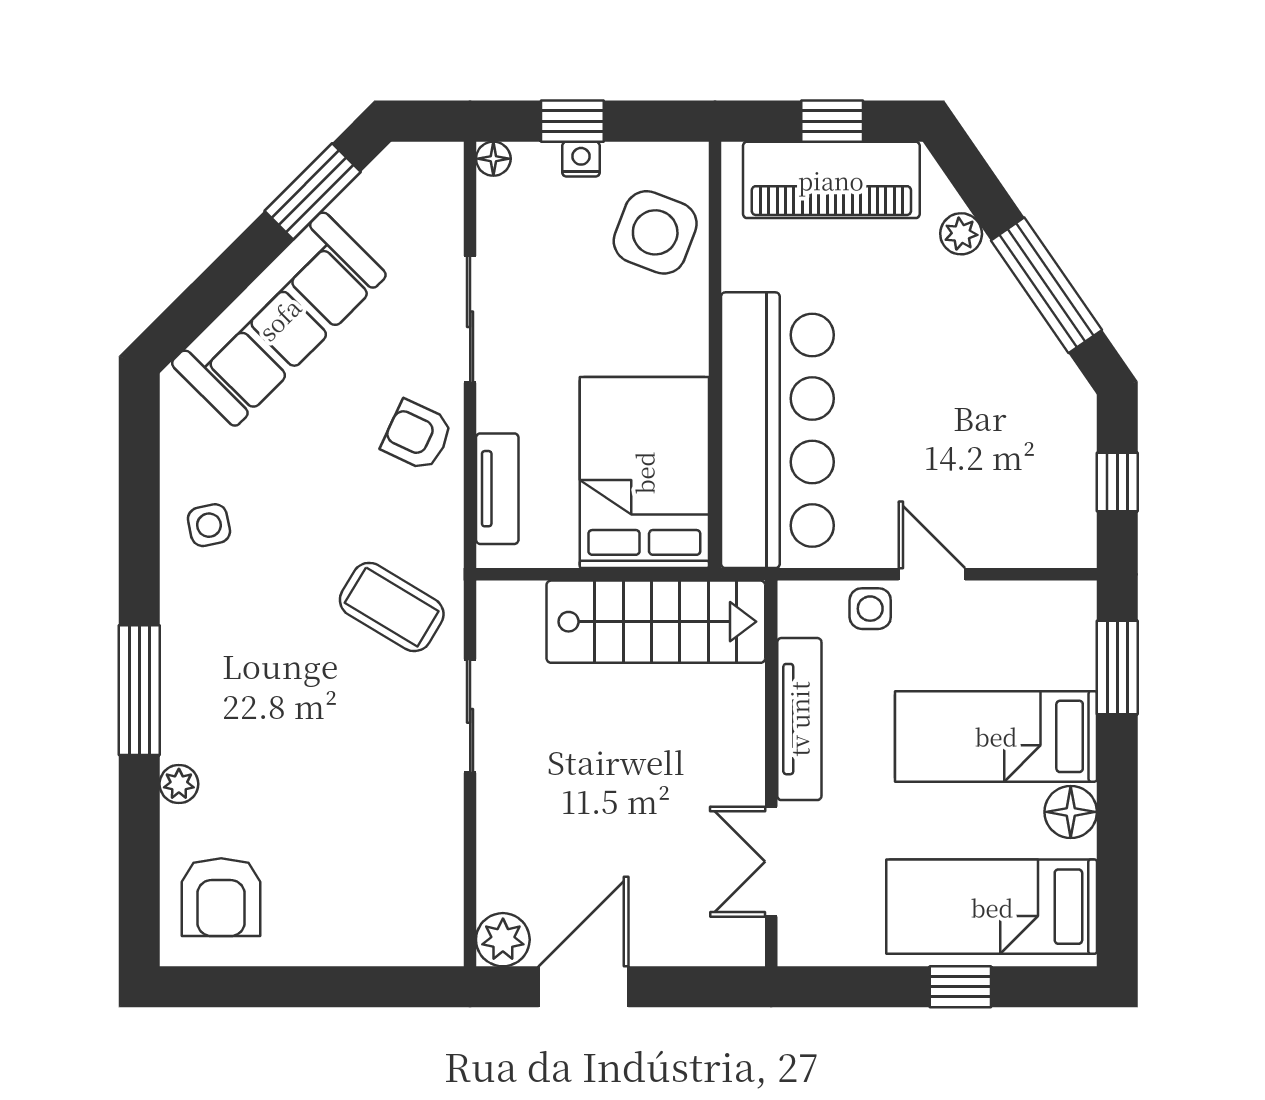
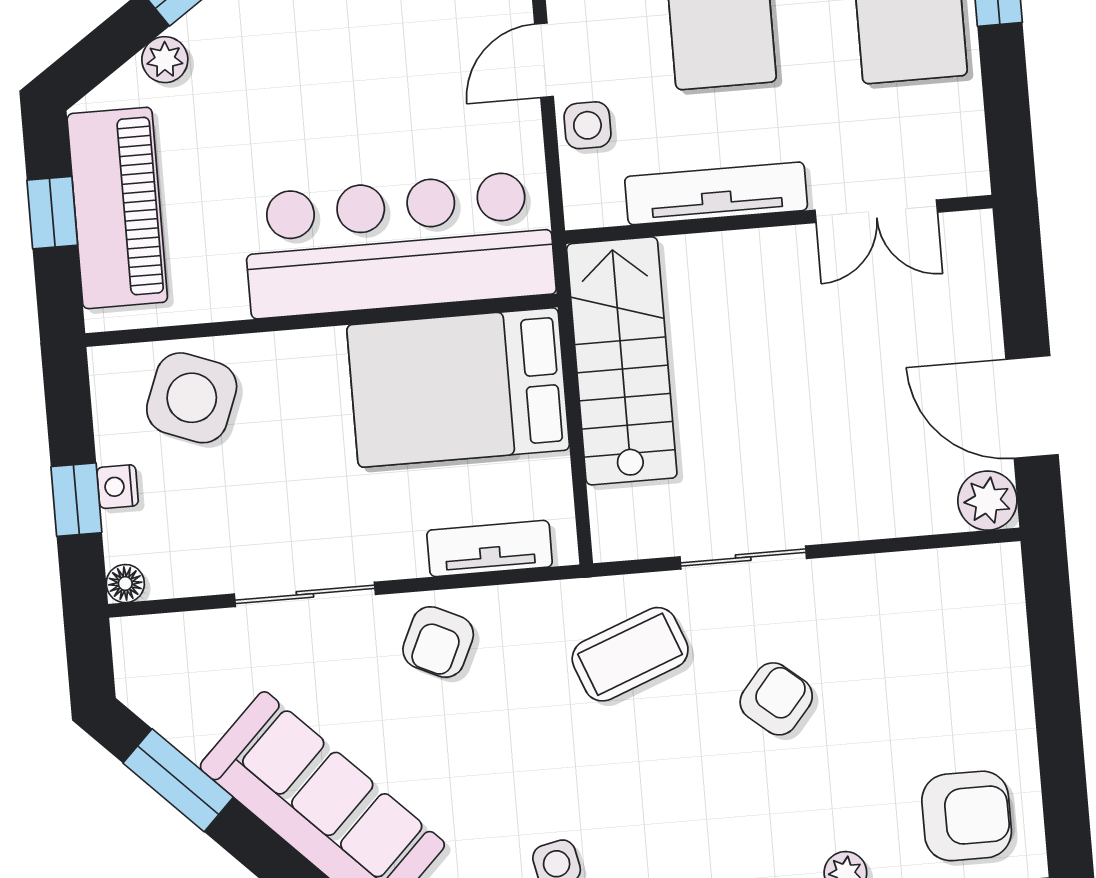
coffee table: (392, 607) -> (630, 654), turned 38
armchair: (341, 735) -> (776, 699), added

